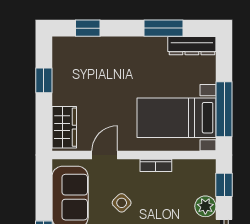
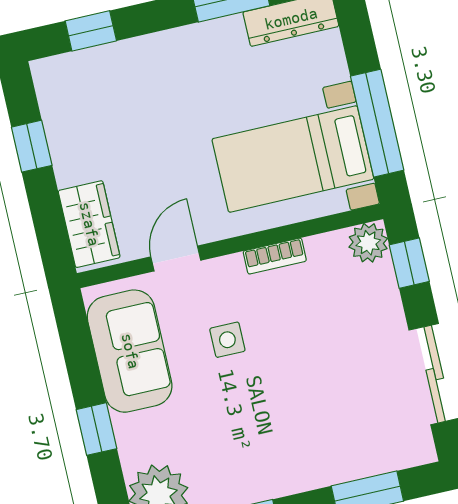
side table: (122, 203) -> (227, 340), turned 45
plant: (205, 206) -> (368, 243), moved

